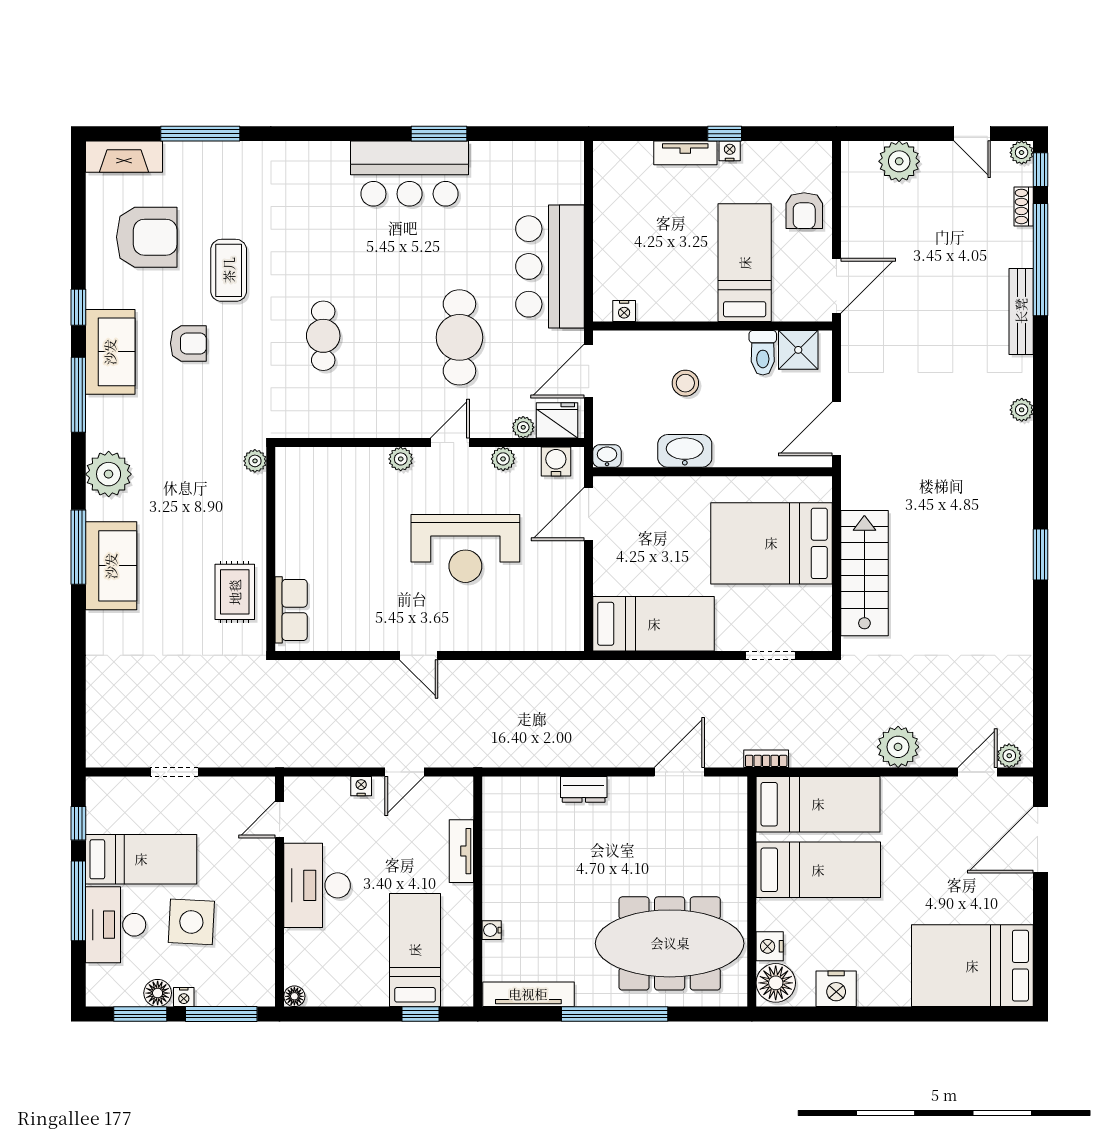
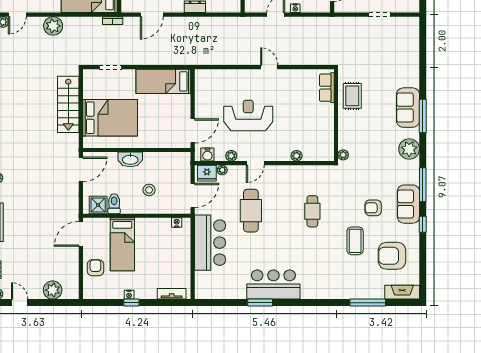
tv unit: (685, 153) -> (172, 294), moved
washbasin: (685, 451) -> (130, 159), moved
washbasin: (607, 456) -> (184, 157), removed
plant: (401, 459) -> (296, 156), moved

